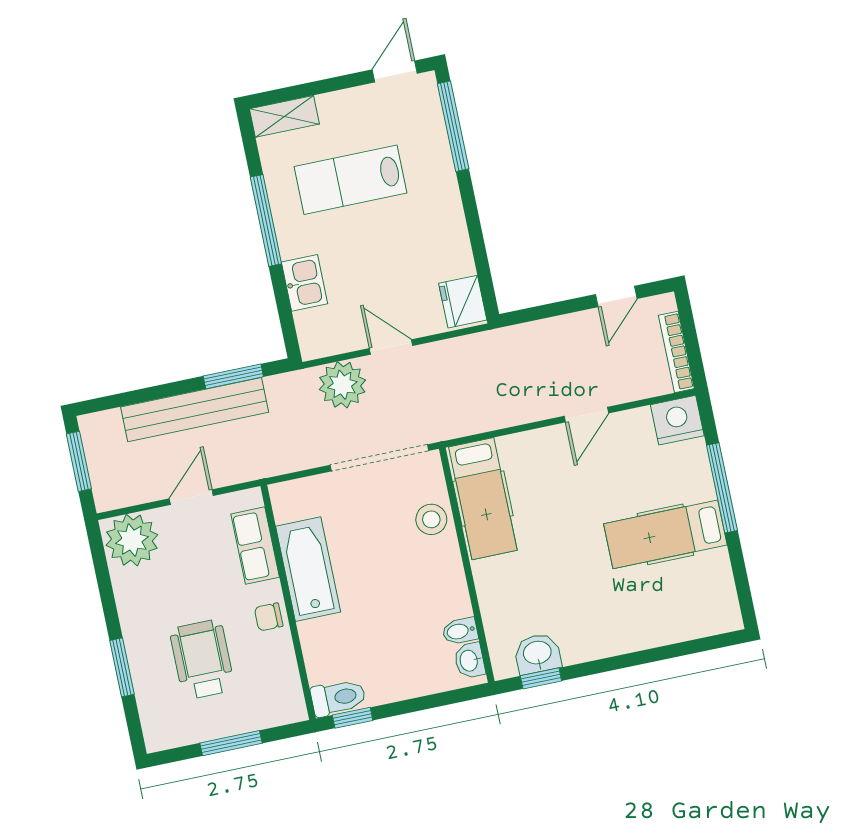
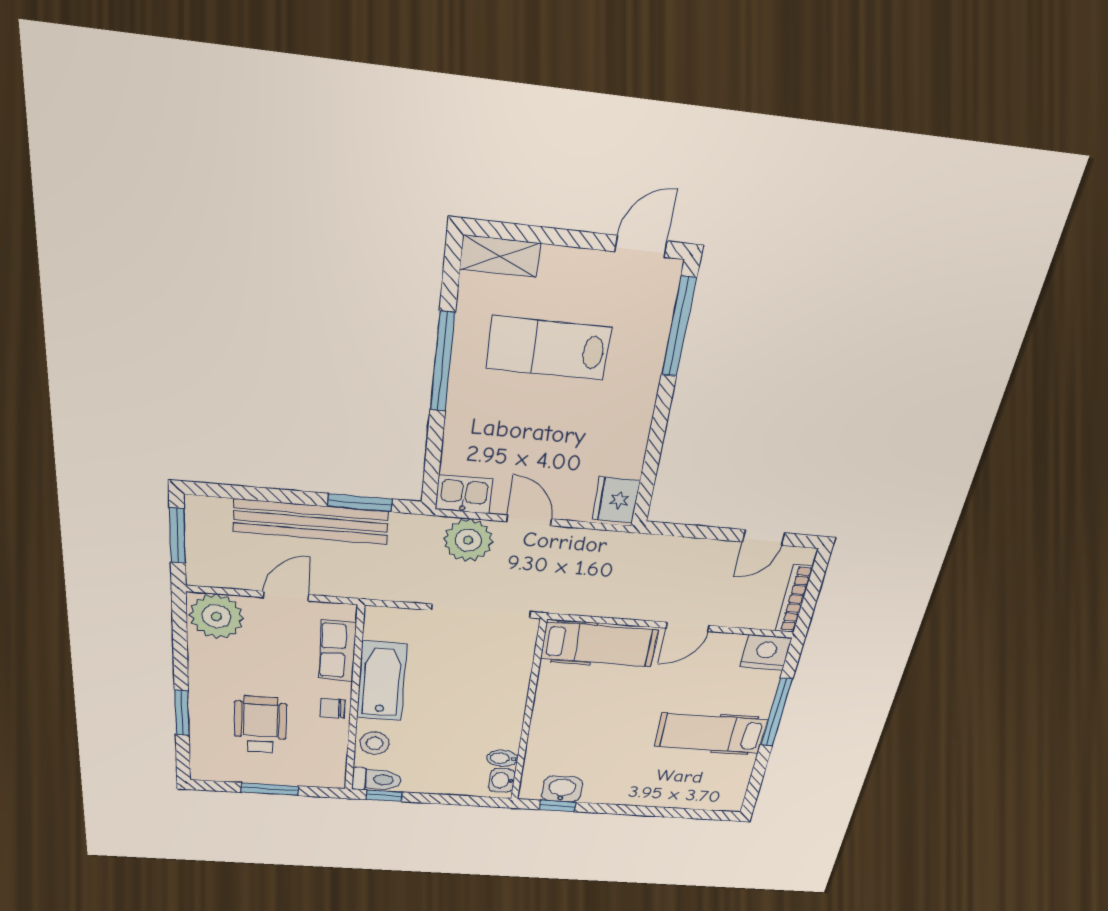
kitchen sink: (305, 283) -> (464, 494), moved, turned -90
hospital bed: (483, 499) -> (599, 644), moved, turned -90
stool: (431, 519) -> (375, 743), moved

